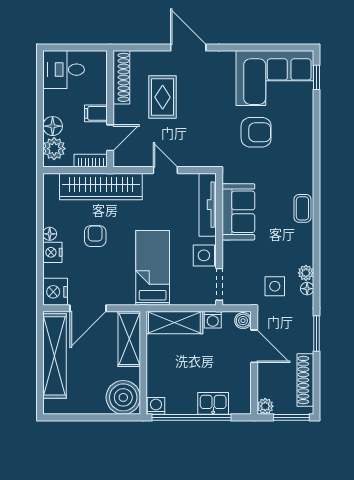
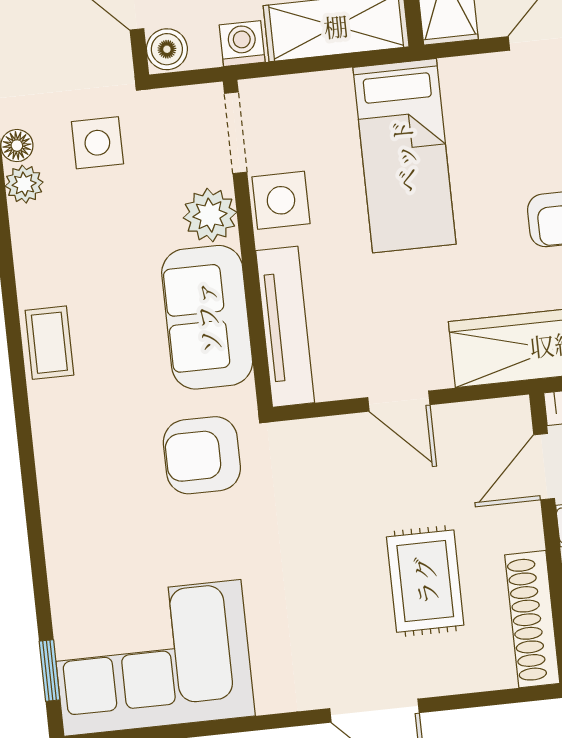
armchair: (256, 132) -> (202, 455), moved
plant: (233, 253) -> (210, 215), added

